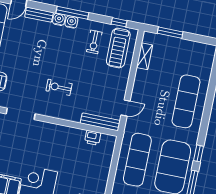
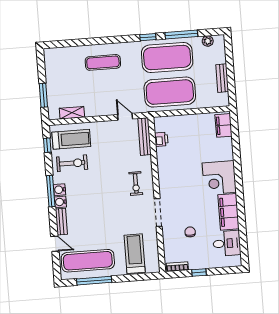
exercise bike: (94, 42) -> (72, 163), width x1.38, depth x1.39
exercise bike: (59, 87) -> (136, 183), moved
exercise mat: (186, 101) -> (103, 62), width x0.73, depth x0.69
exercise mat: (137, 160) -> (170, 92), width x1.47

